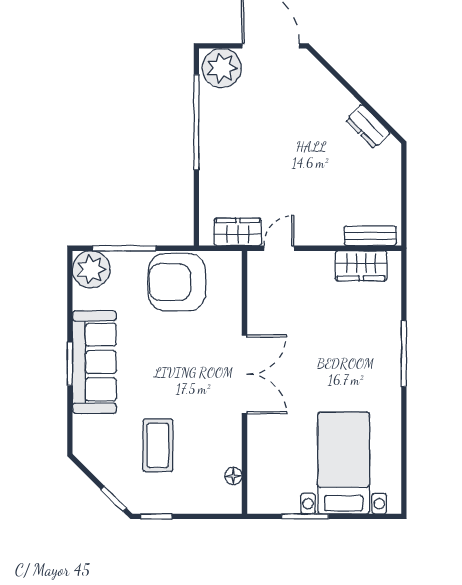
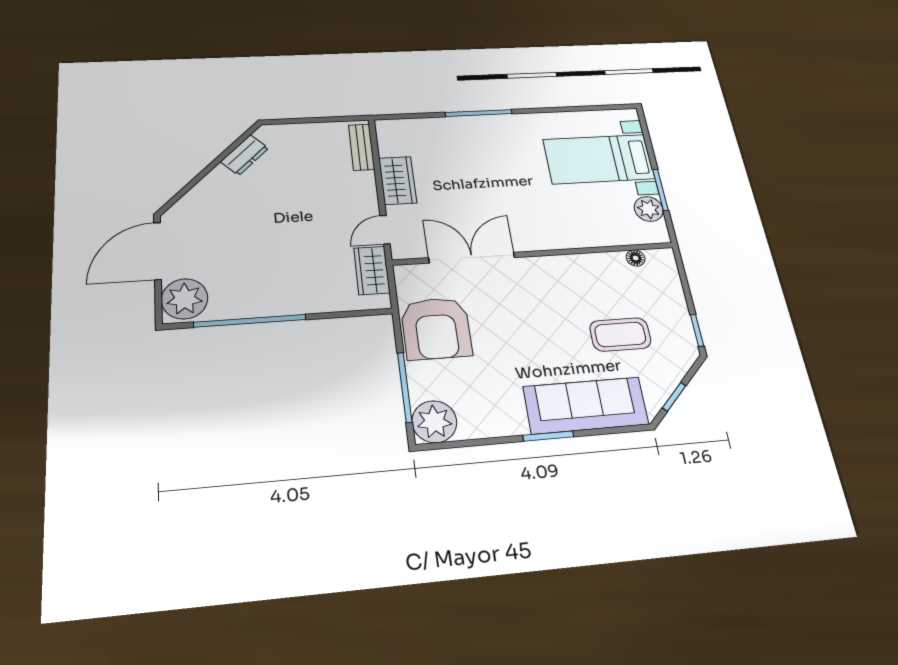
door: (279, 248) -> (385, 230), hinge flipped
wardrobe: (361, 266) -> (398, 180), moved
sofa: (94, 362) -> (586, 405), moved
double door: (245, 374) -> (472, 258), moved
window: (114, 499) -> (674, 397), moved
plant: (285, 500) -> (649, 209), added

